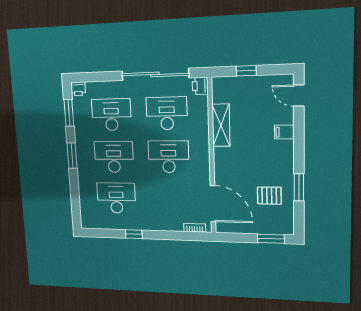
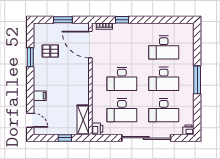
sliding door: (155, 74) -> (146, 138), moved
window: (69, 113) -> (197, 112), removed
shelving: (221, 125) -> (83, 120), moved
window: (72, 156) -> (197, 80), width x1.44
window: (134, 234) -> (122, 20), moved
window: (271, 239) -> (63, 20), moved

